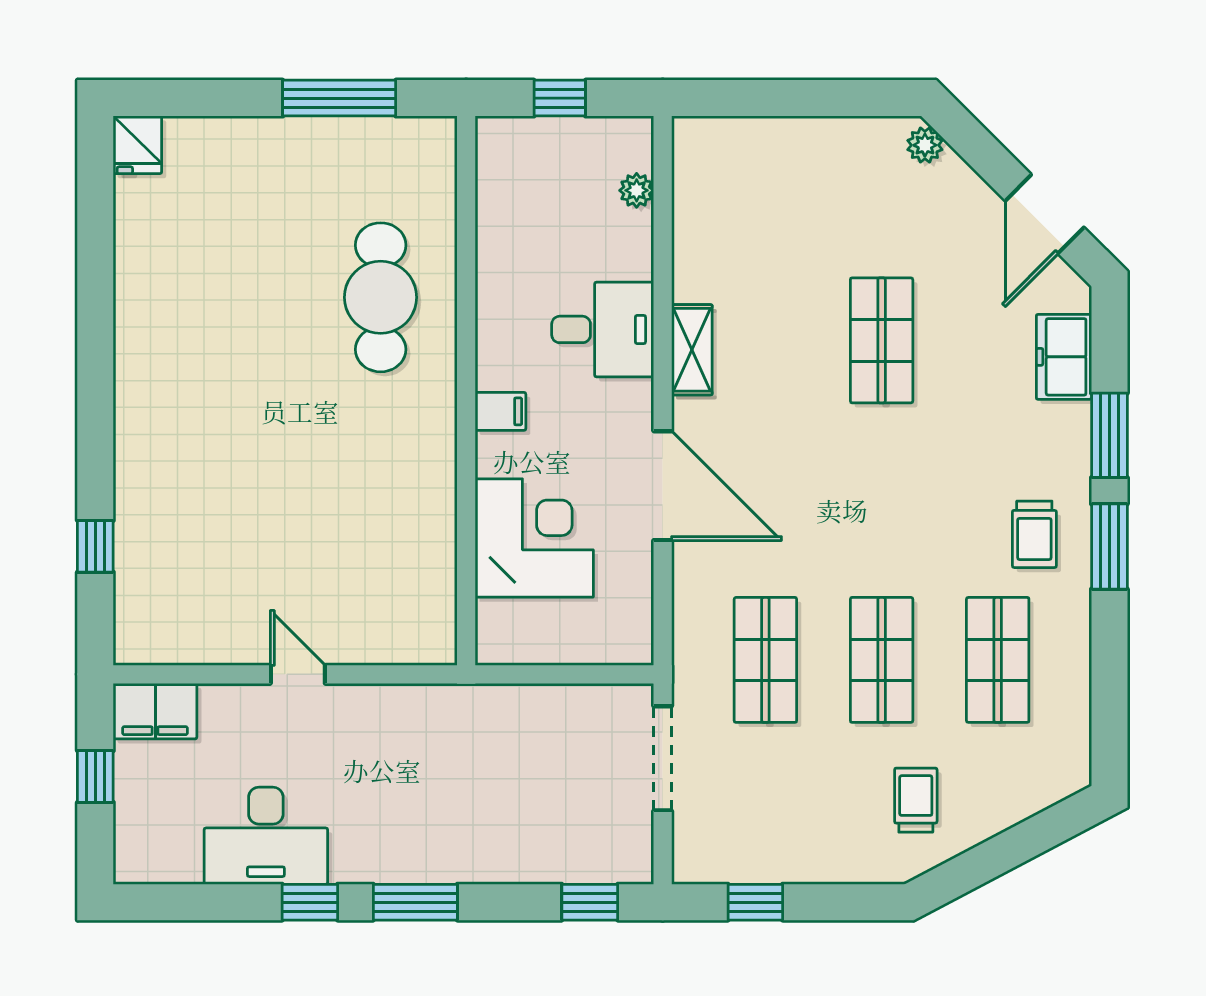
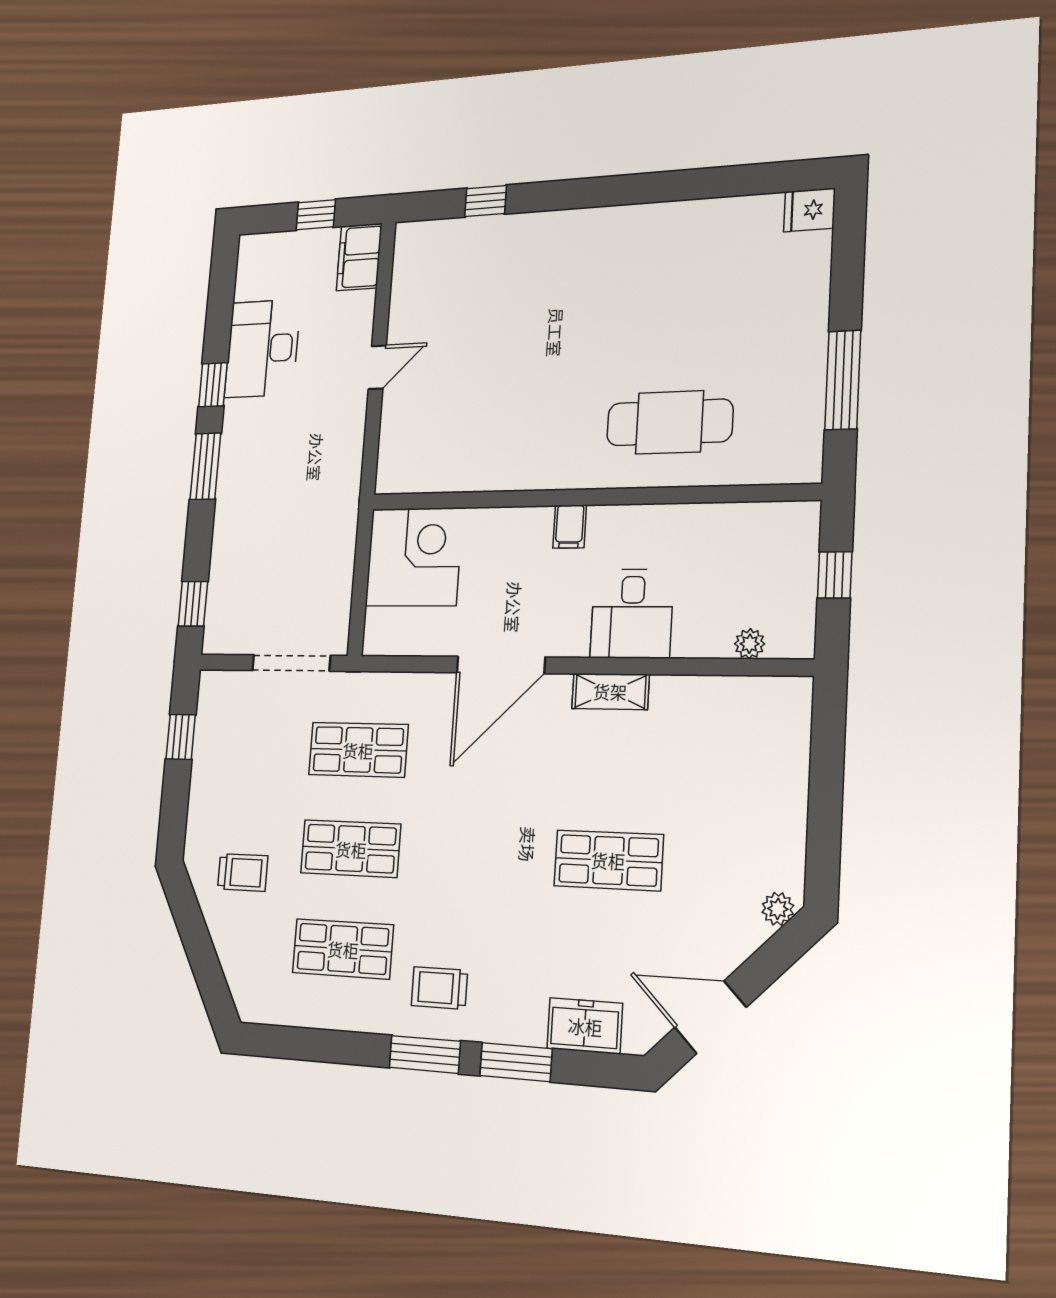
corner desk: (534, 538) -> (414, 557), moved, turned -90

